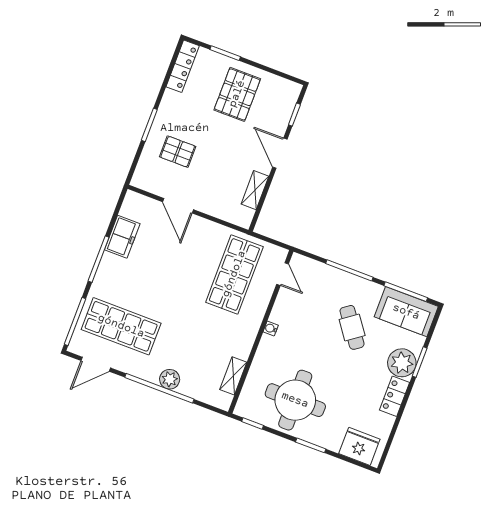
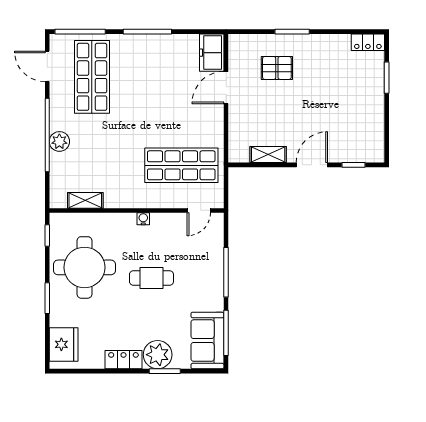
locker: (183, 66) -> (368, 42), width x0.66
pallet: (237, 94) -> (352, 104), removed
pallet: (178, 152) -> (277, 68), turned 90
freezer: (122, 237) -> (212, 53), moved, turned 90
cafe table: (352, 327) -> (151, 278), moved, turned 36

